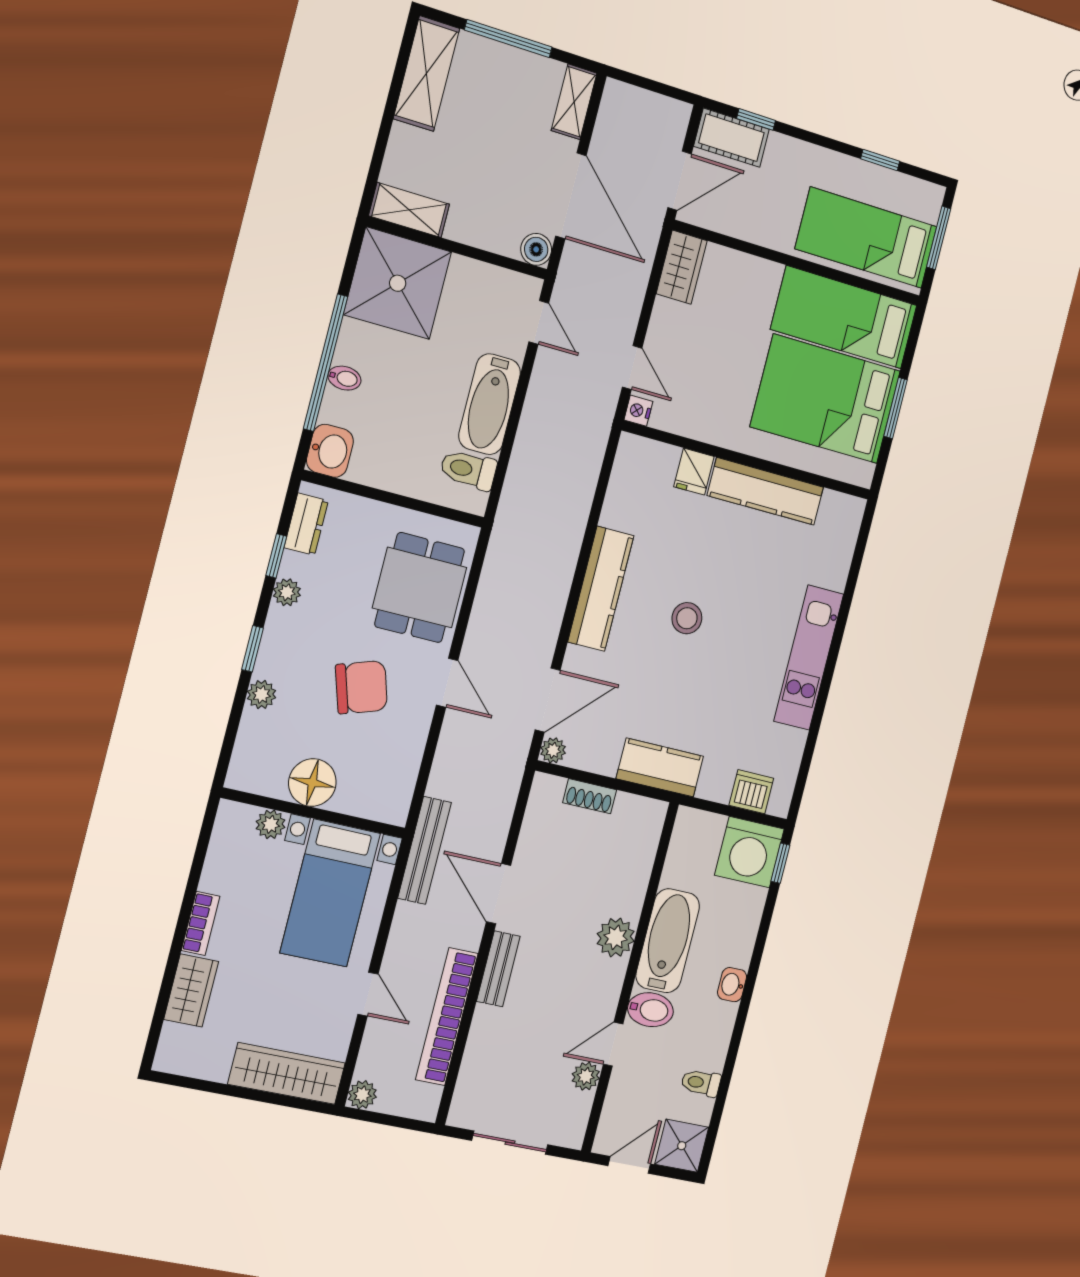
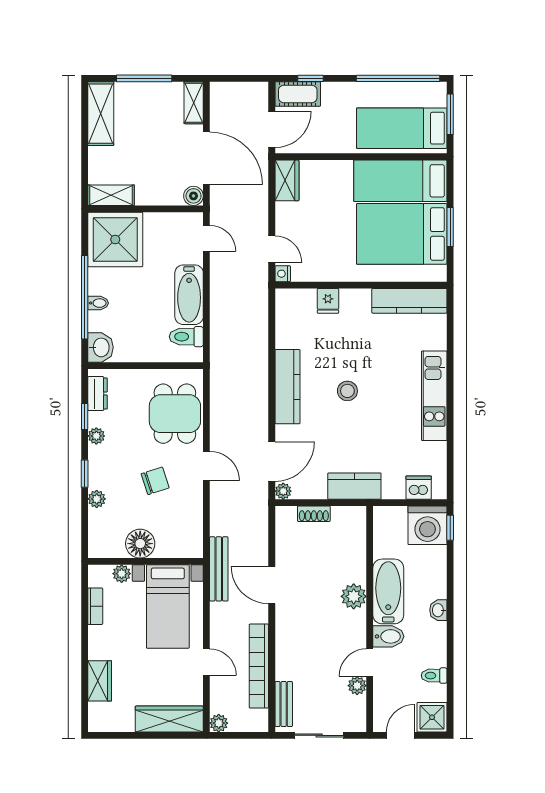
window: (880, 160) -> (398, 78), width x3.17
kitchen counter: (766, 491) -> (409, 301), moved
chair: (361, 687) -> (155, 481), width x0.73, depth x0.73
bookcase: (201, 923) -> (95, 606), moved
bench: (498, 969) -> (284, 704), moved

